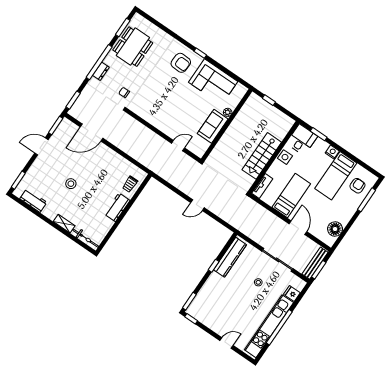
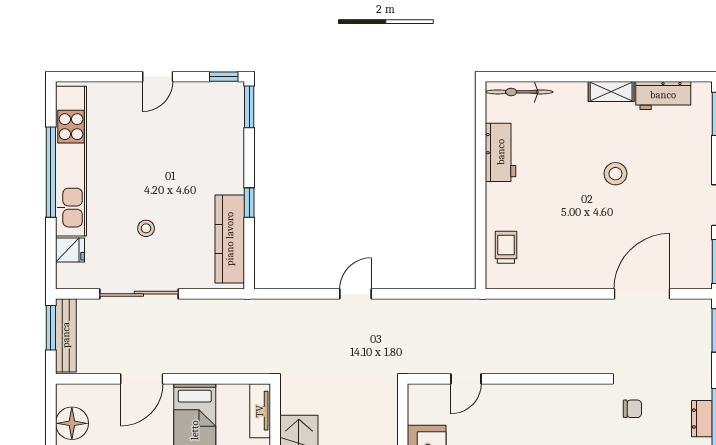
workbench: (117, 207) -> (501, 152), moved
shelving: (64, 224) -> (611, 91), moved
door: (298, 228) -> (142, 379), hinge flipped
door: (227, 343) -> (158, 77), moved

